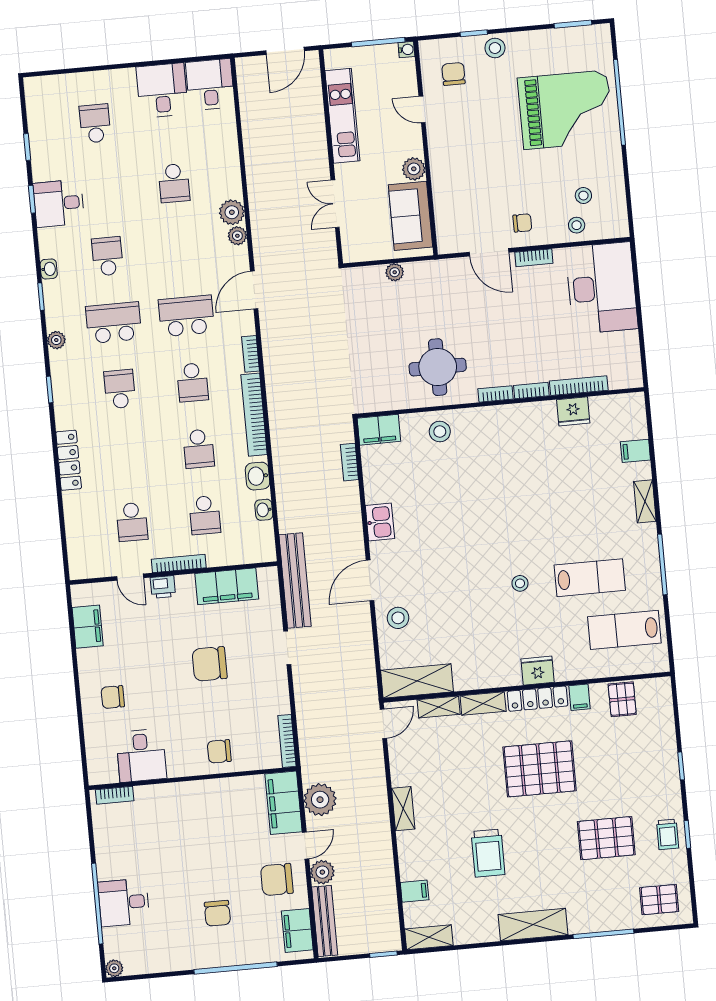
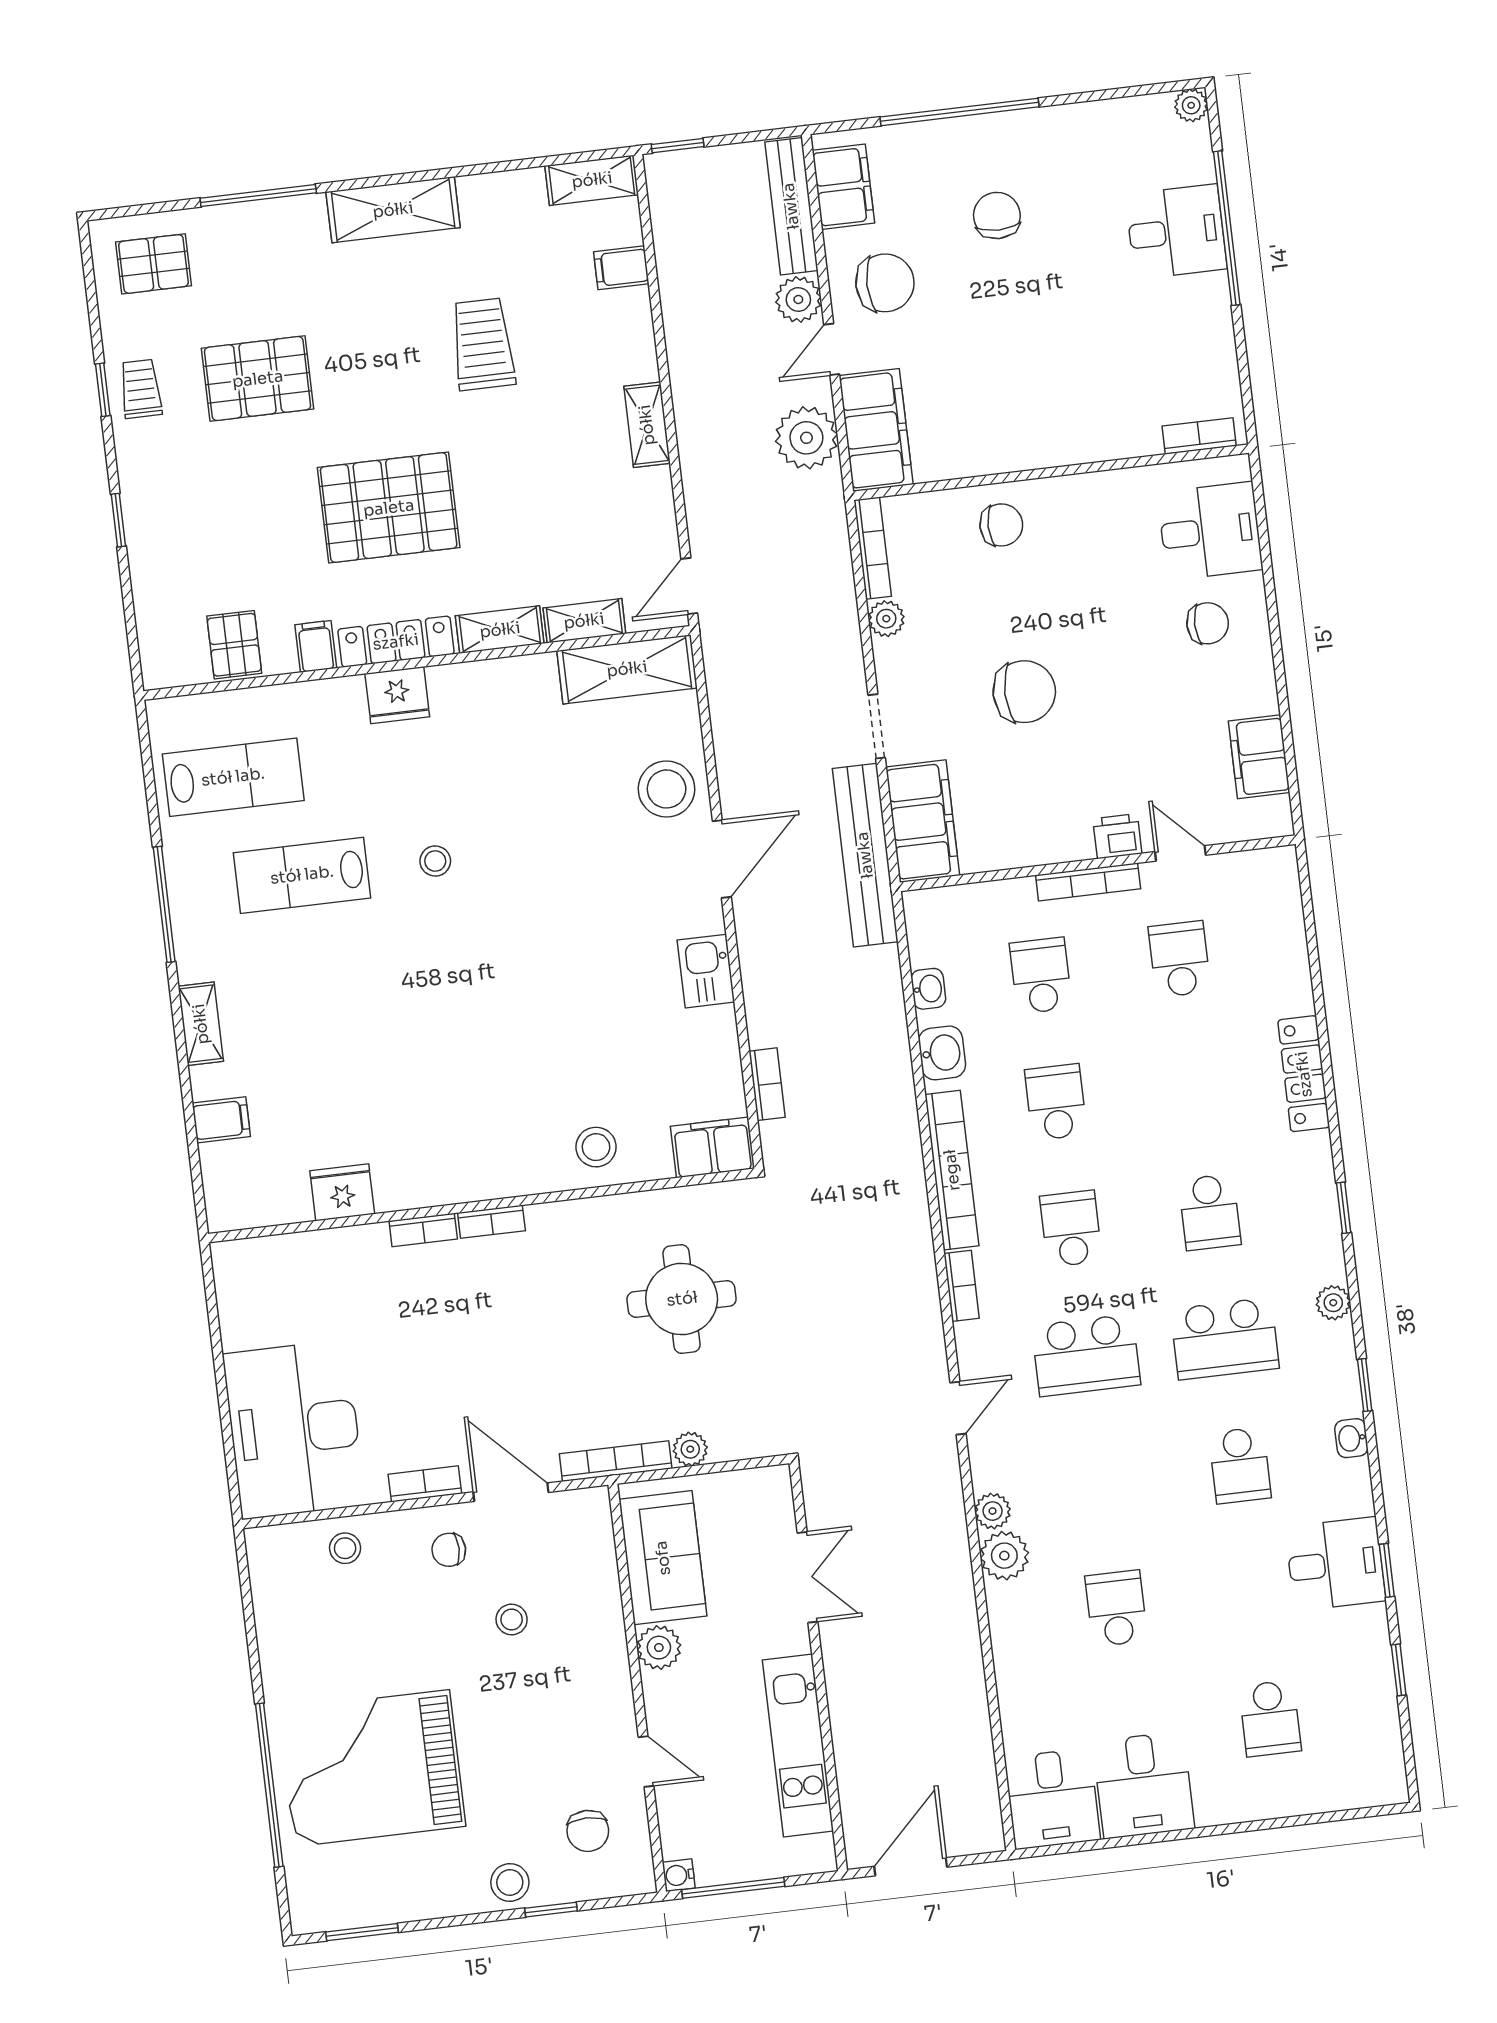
stool: (583, 196) -> (512, 1620), moved
door: (254, 290) -> (958, 1408), width x0.73
round table: (438, 367) -> (682, 1299), moved
bookcase: (579, 386) -> (616, 1461), moved, turned 180
filing cabinet: (227, 586) -> (923, 821), moved, turned 90
stool: (398, 618) -> (667, 789), width x1.38, depth x1.38
plant: (281, 704) -> (886, 619), added
desk: (141, 756) -> (1210, 531), moved, turned 90

